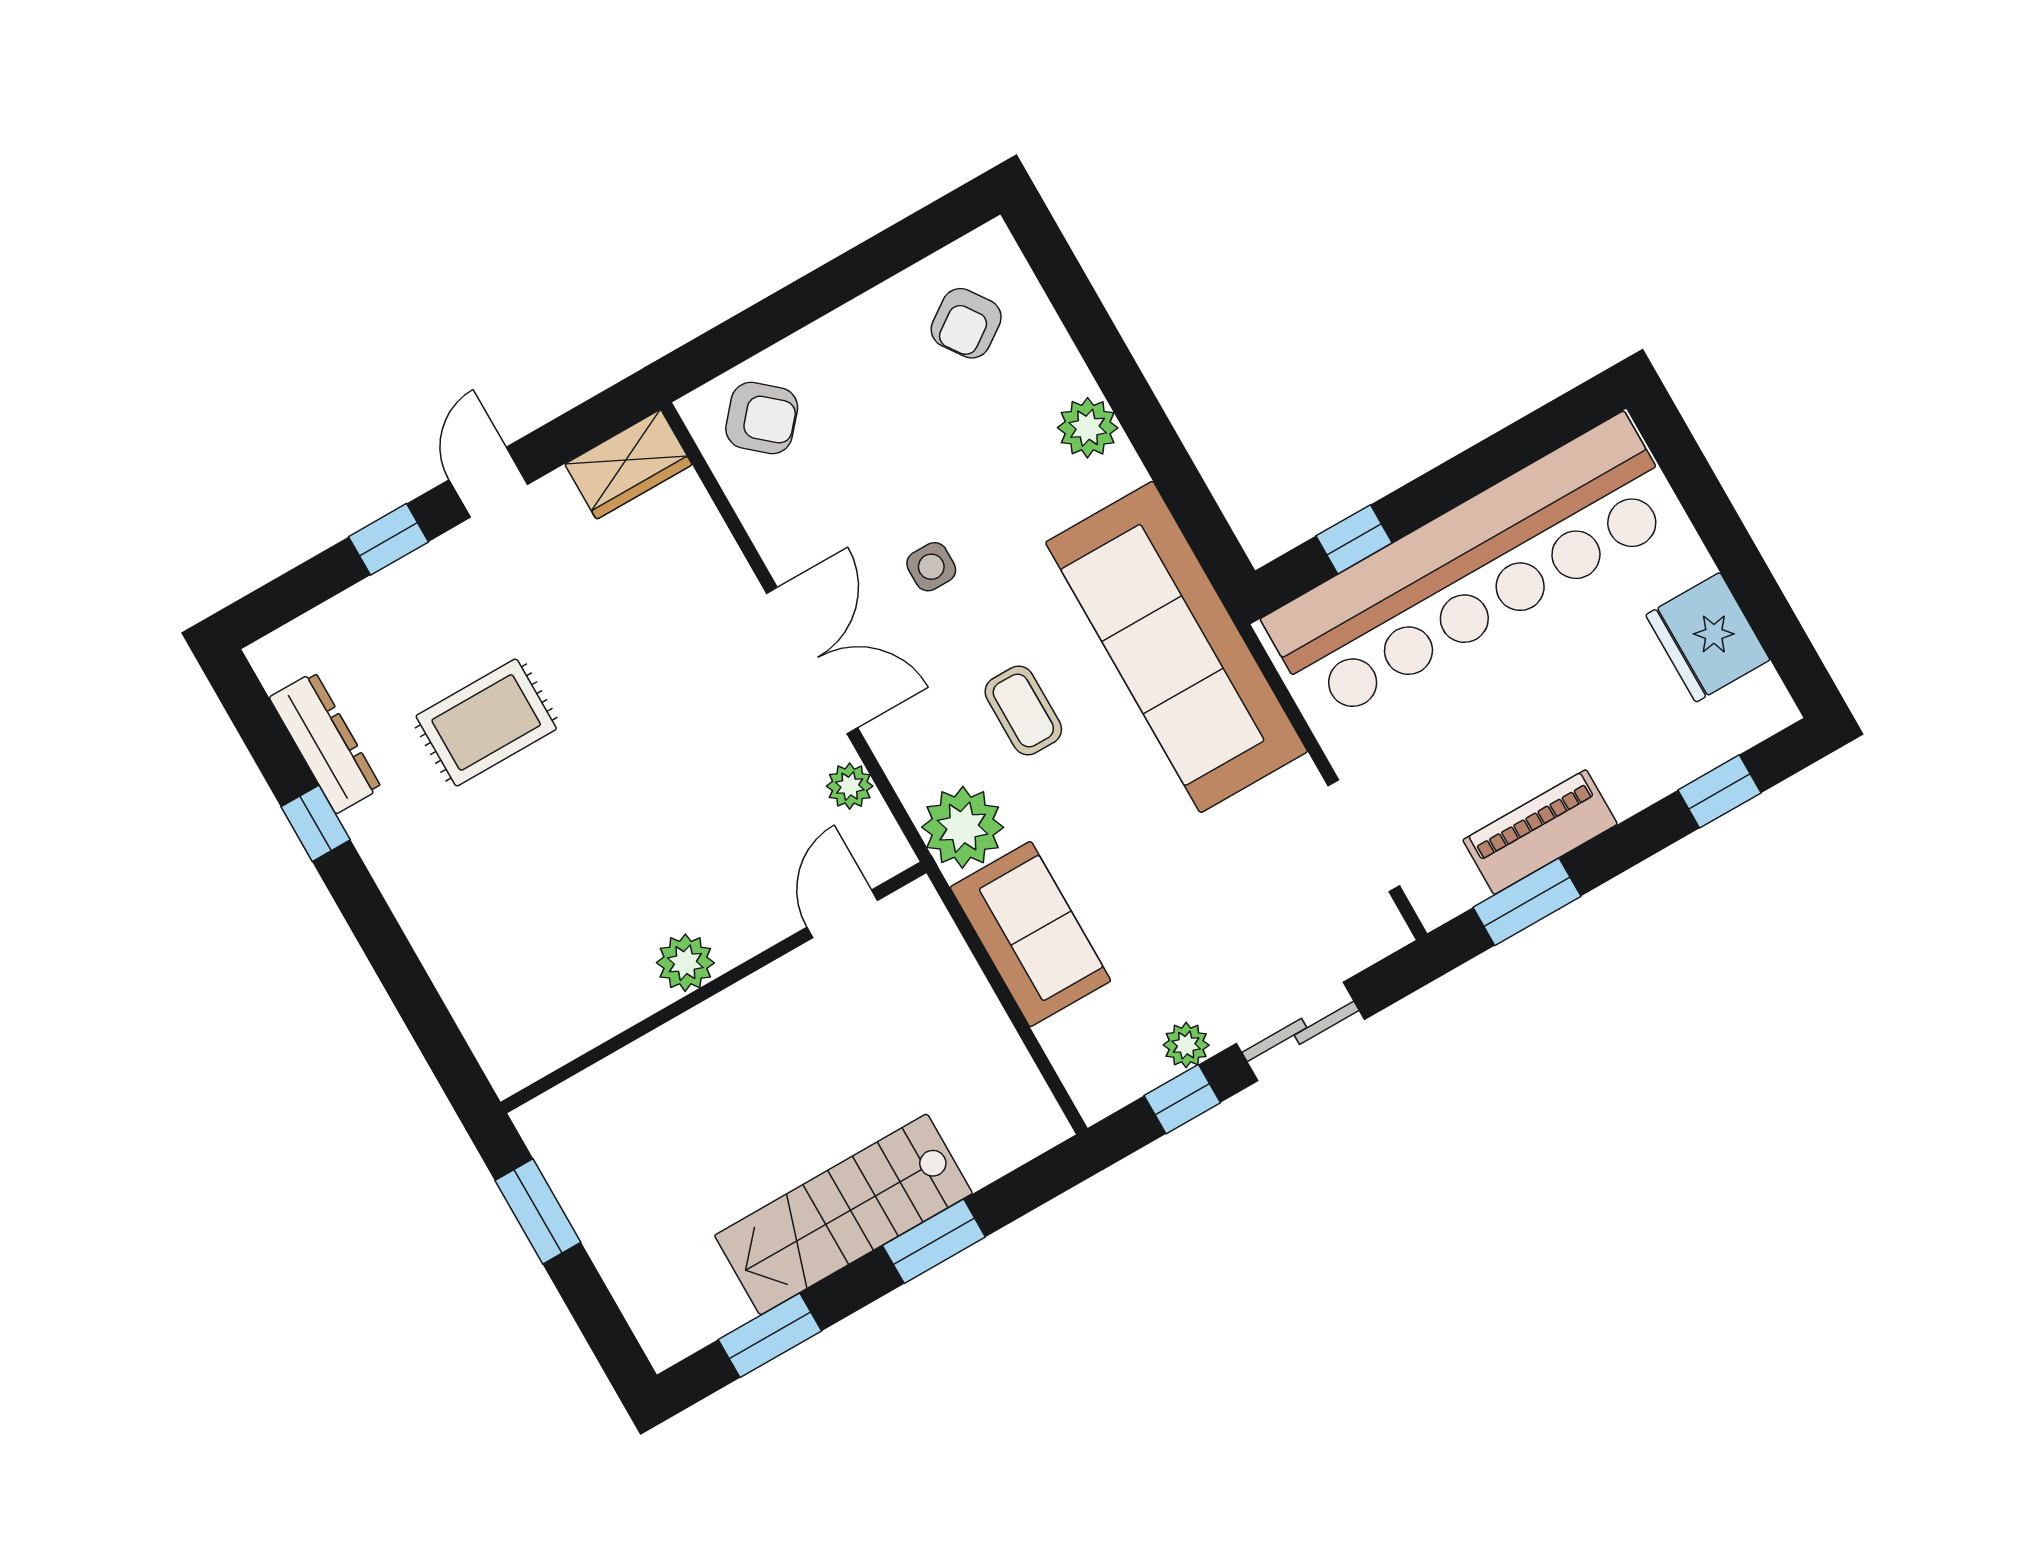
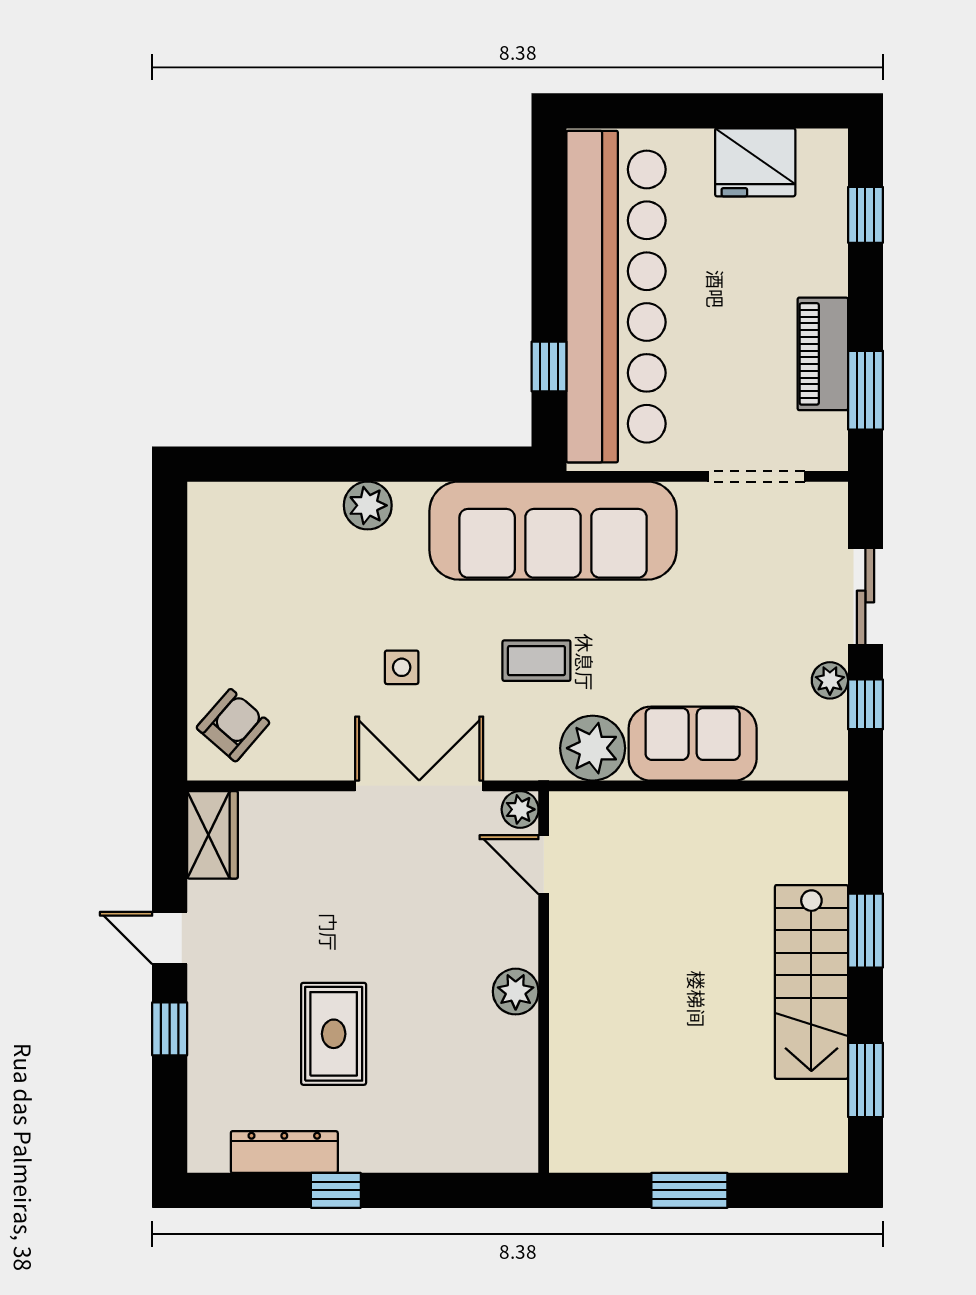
armchair: (966, 323) -> (248, 548), removed
door: (842, 914) -> (544, 865), moved
plant: (685, 963) -> (516, 992), moved
wall: (713, 988) -> (544, 982), moved

